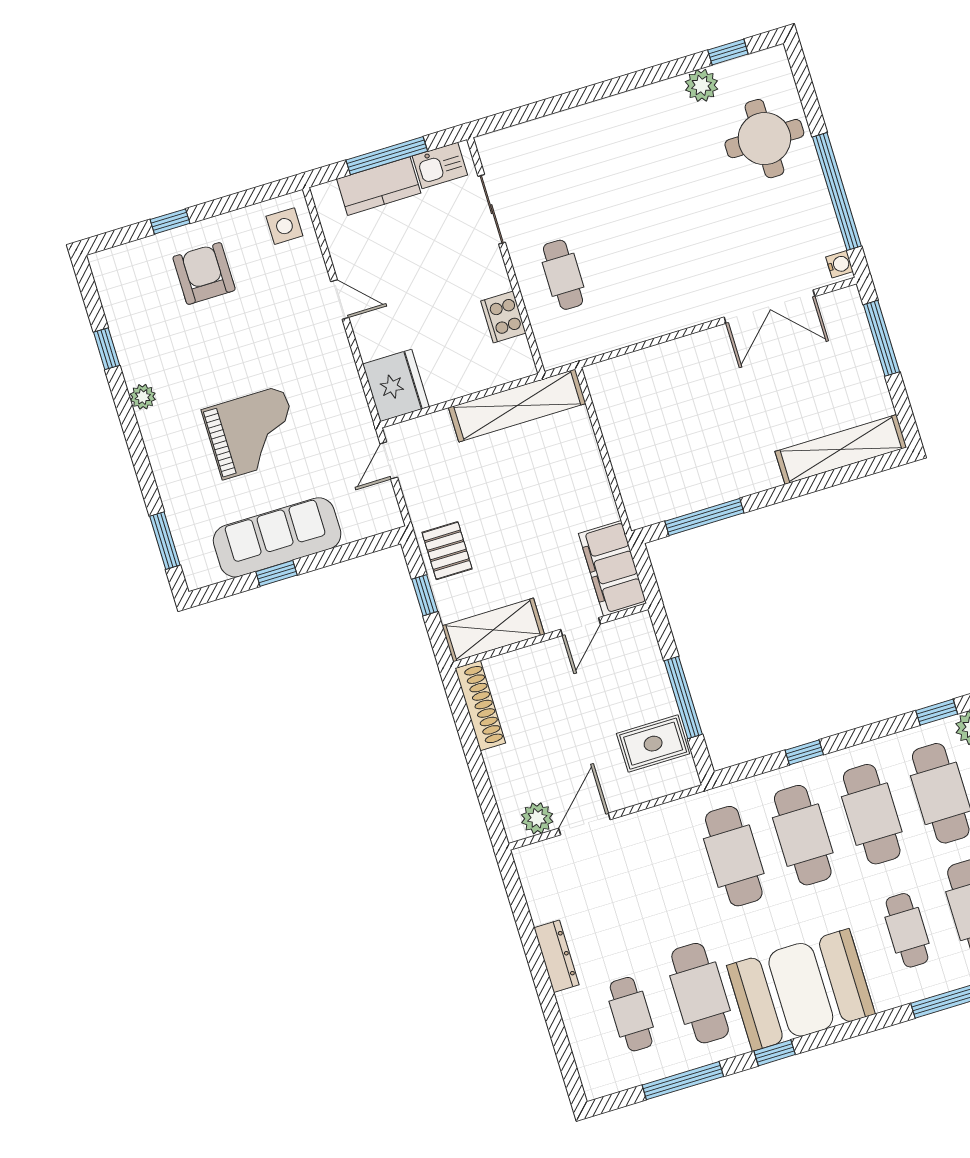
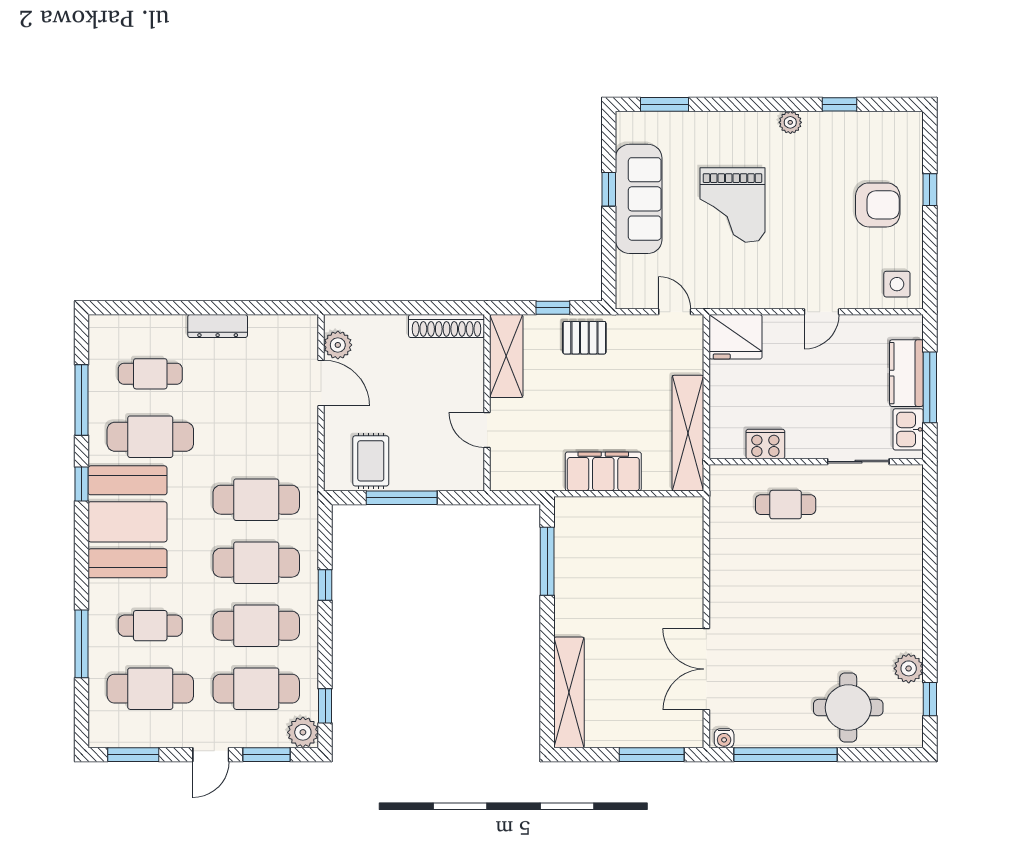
filing cabinet: (613, 568) -> (603, 471), moved

